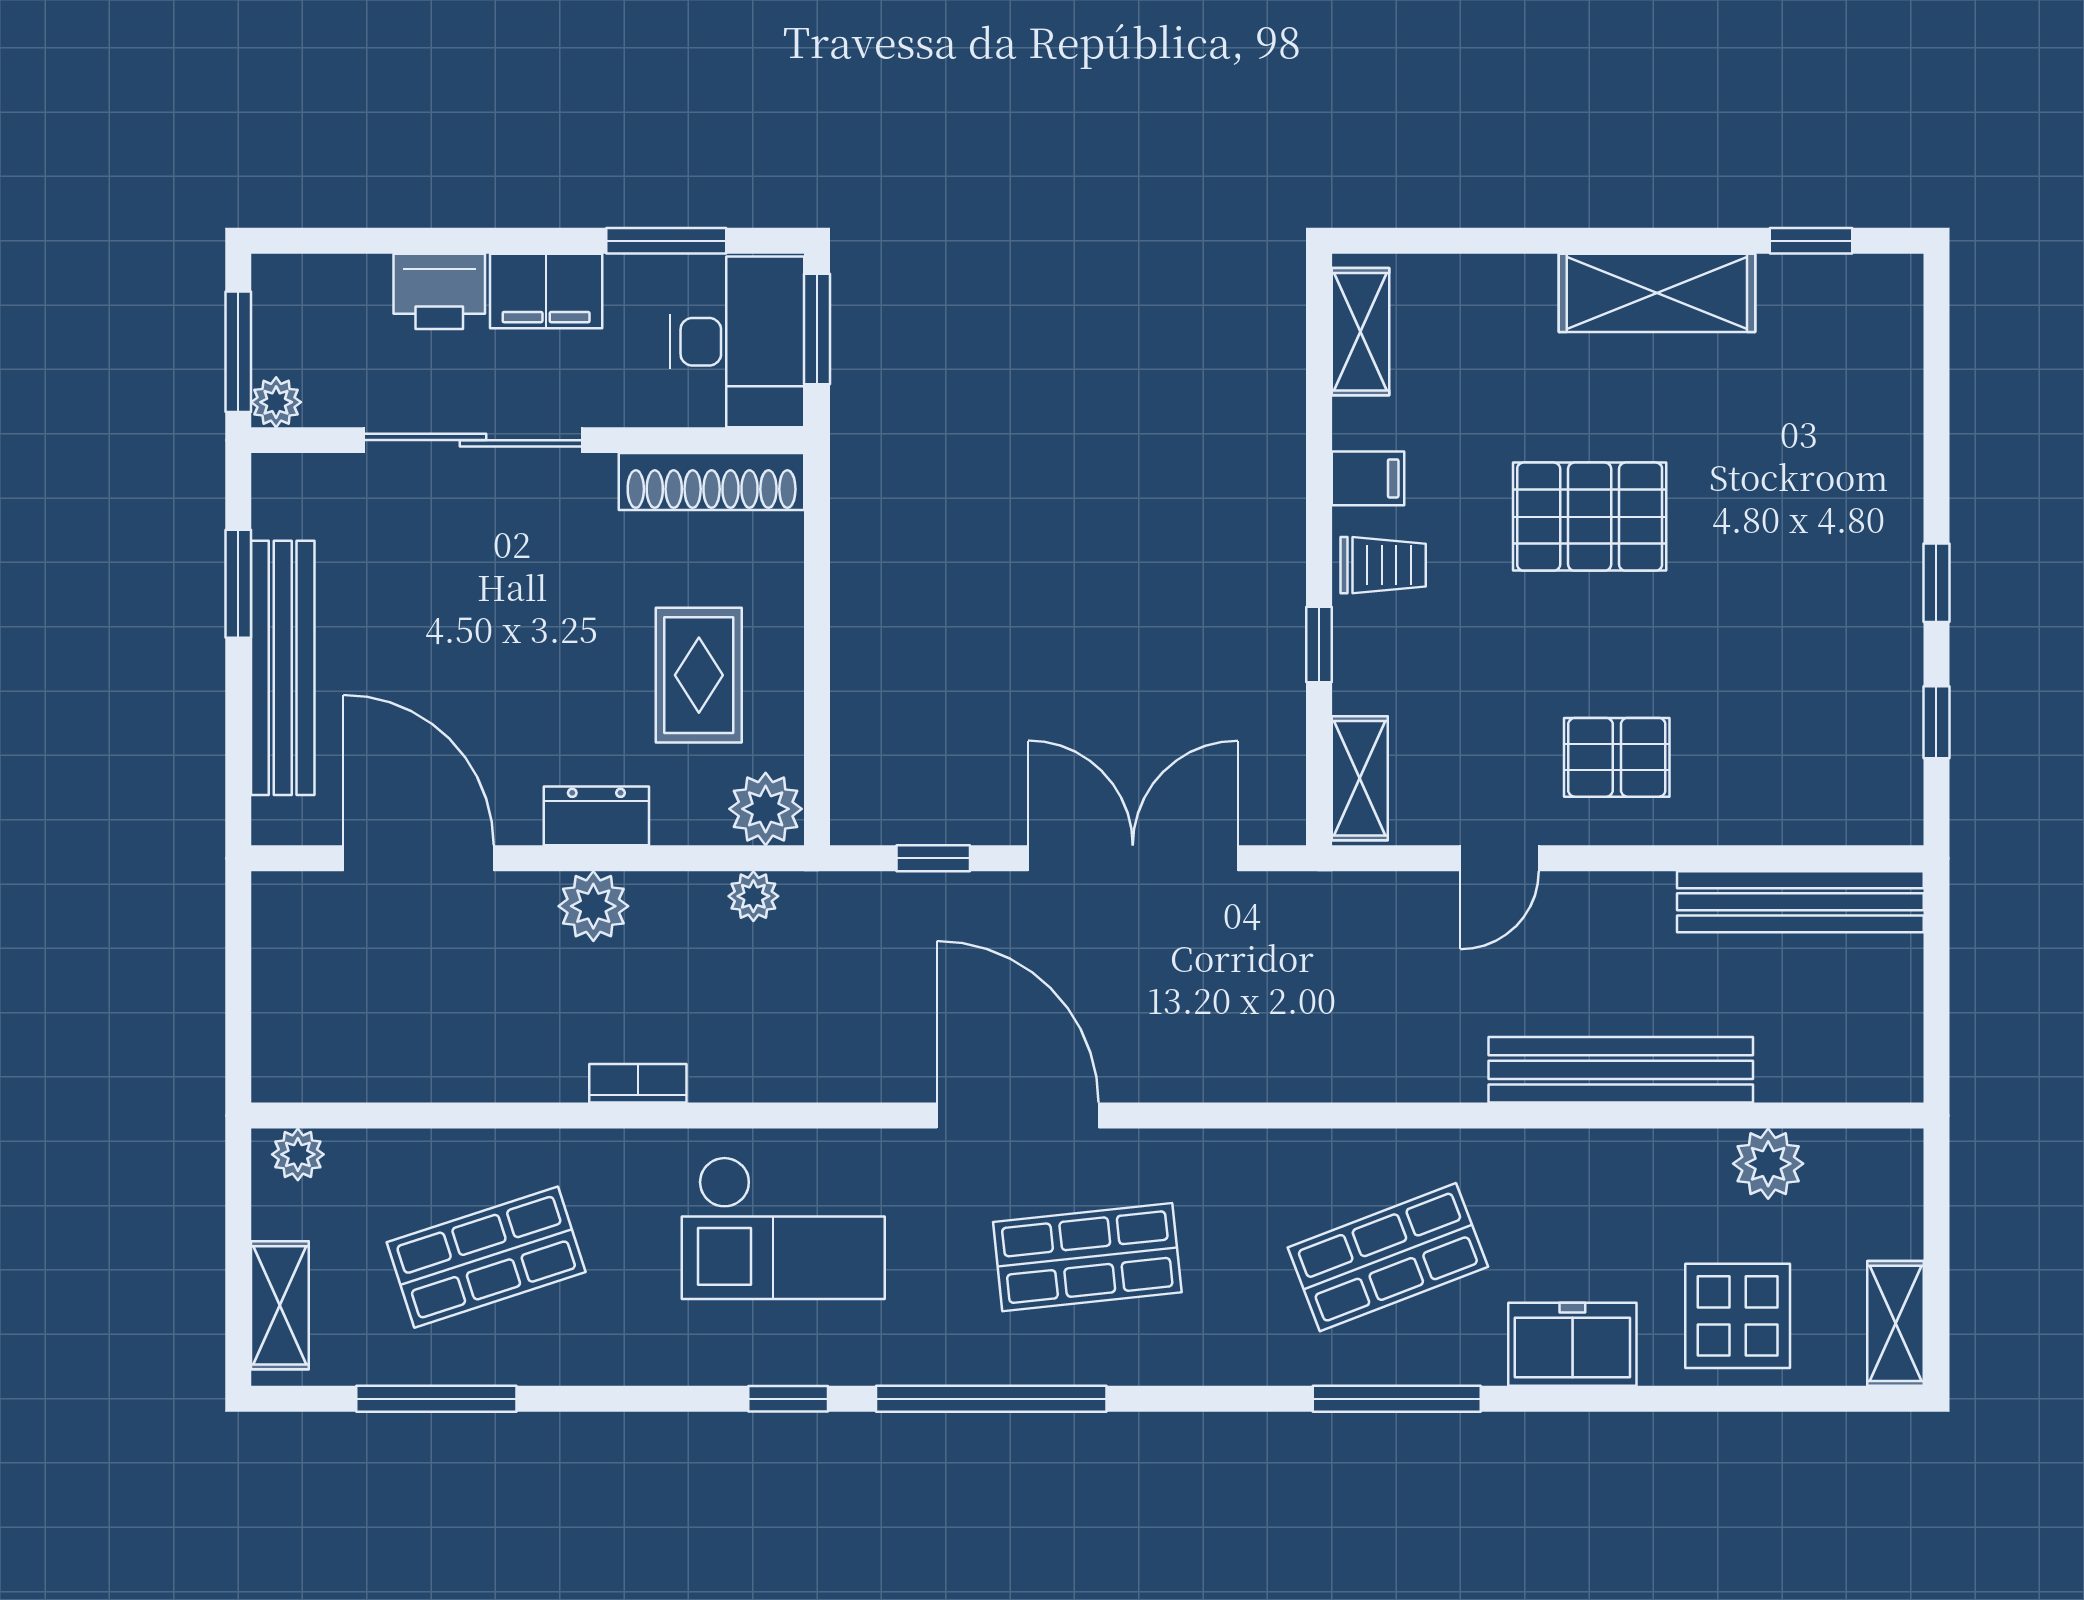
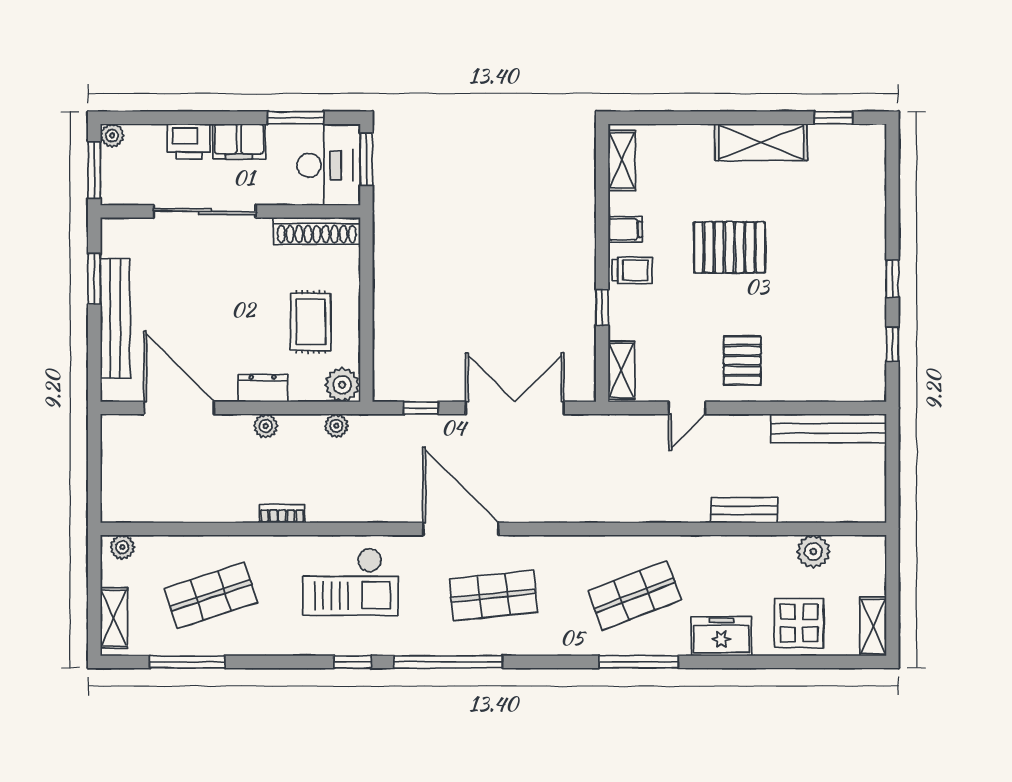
plant: (276, 402) -> (112, 136), moved
pallet: (1617, 757) -> (742, 360), turned 90
plant: (593, 906) -> (266, 426), width x0.73, depth x0.73
bench: (1621, 1070) -> (744, 510), width x0.54, depth x0.82

